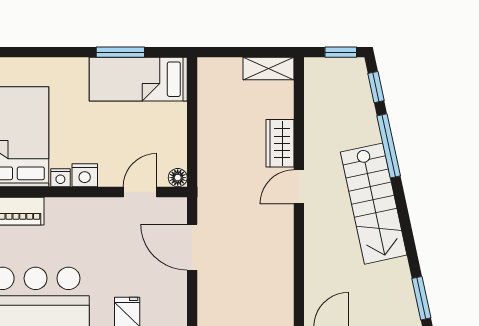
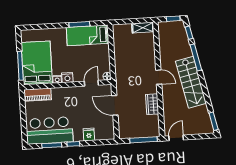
wardrobe: (280, 143) -> (152, 104), moved
door: (299, 187) -> (159, 77), swing flipped

